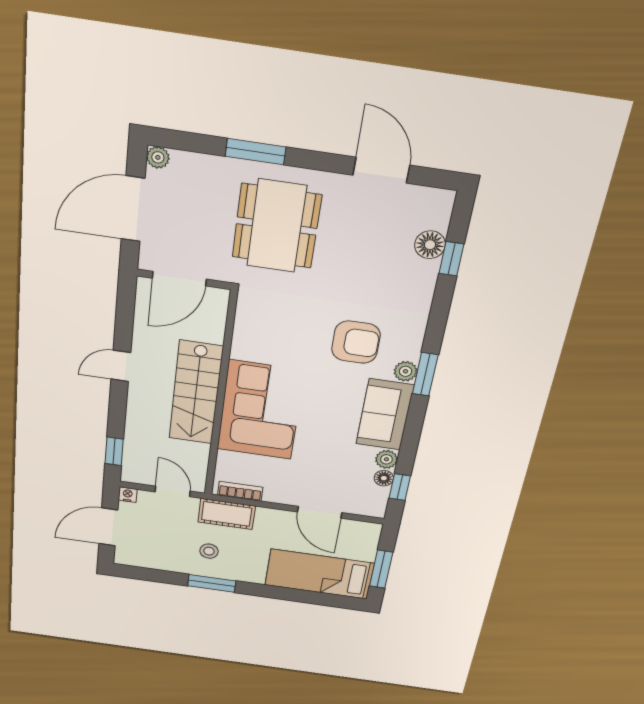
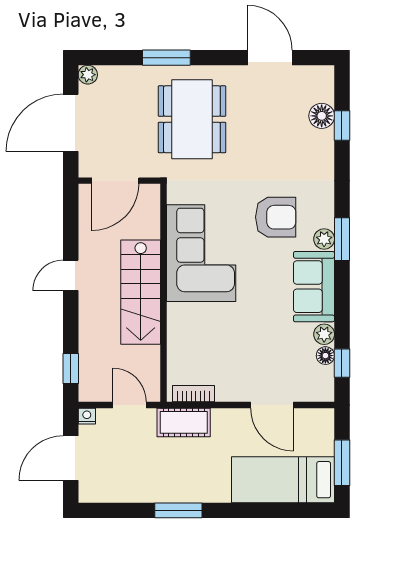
corner sofa: (260, 410) -> (201, 253), moved
stool: (209, 551) -> (171, 470), removed

